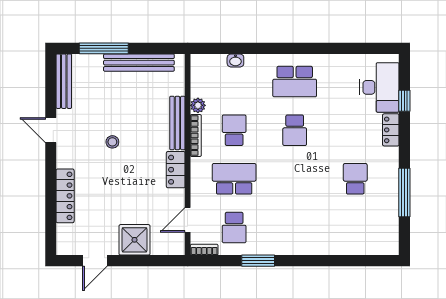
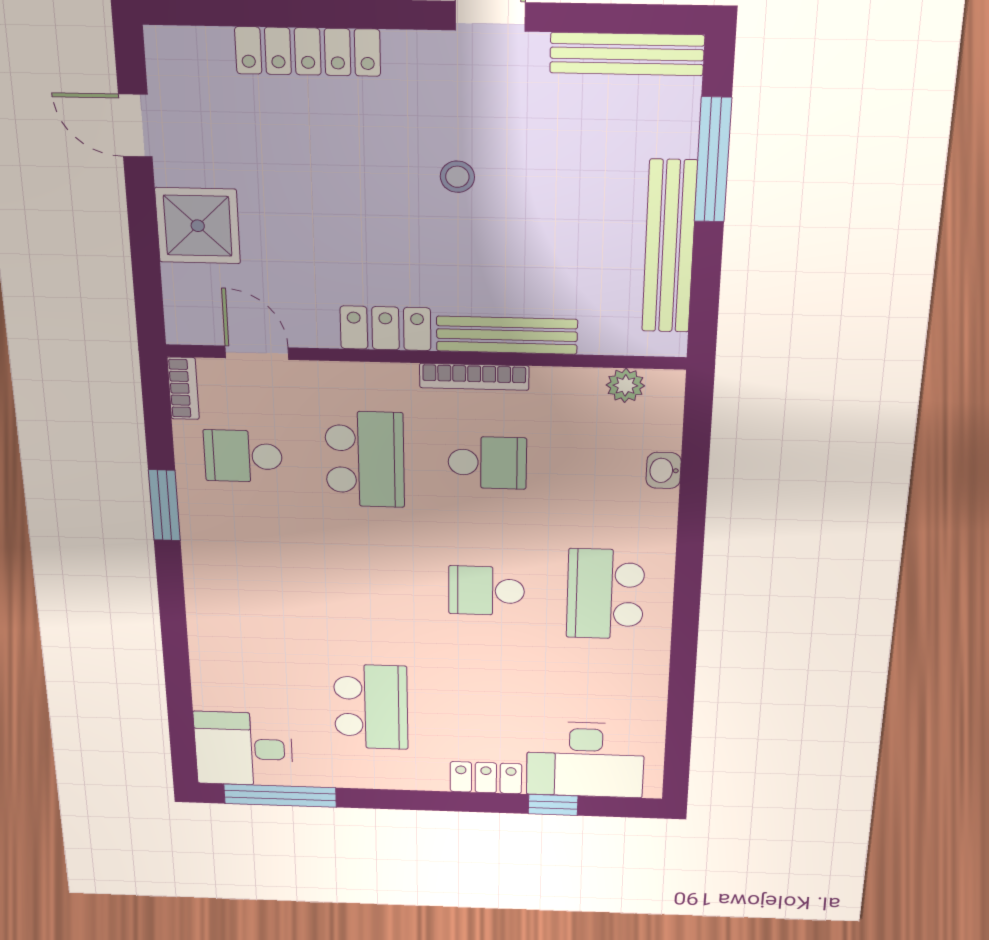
plant: (198, 105) -> (625, 385), moved
school desk: (355, 179) -> (371, 707), width x1.85
window: (404, 193) -> (280, 796), moved
desk: (380, 234) -> (244, 749), added

